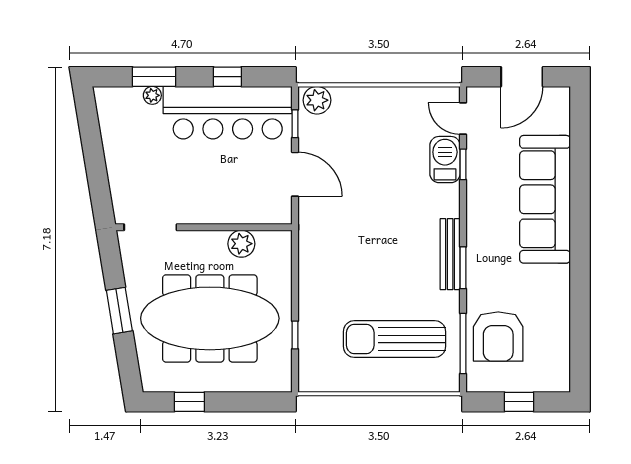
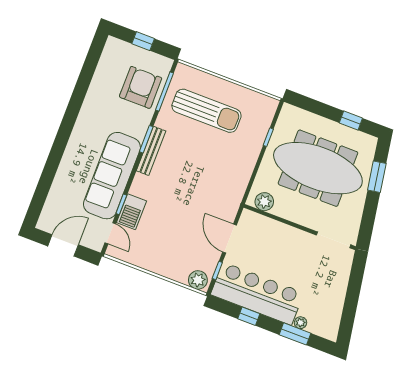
sofa: (545, 199) -> (112, 176), moved, turned 180
plant: (241, 244) -> (264, 202), moved
window: (119, 311) -> (377, 177), moved

